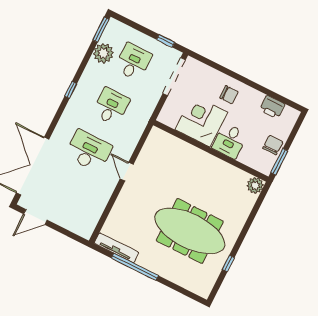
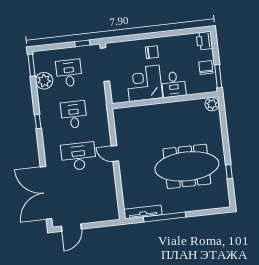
printer: (272, 107) -> (204, 41), moved, turned 90

